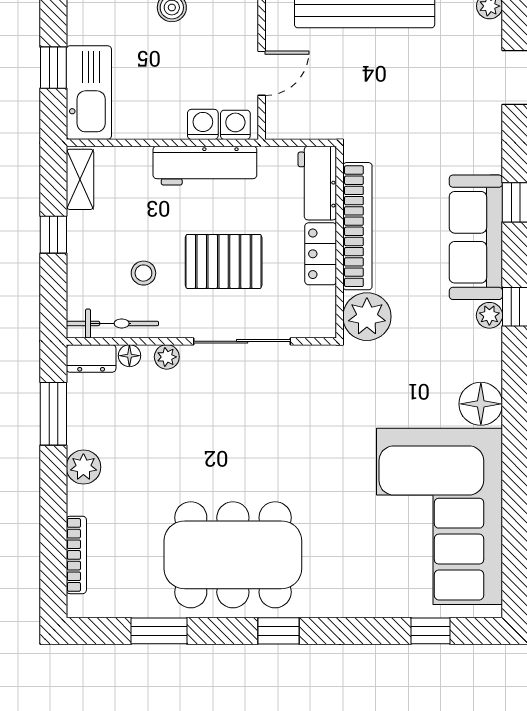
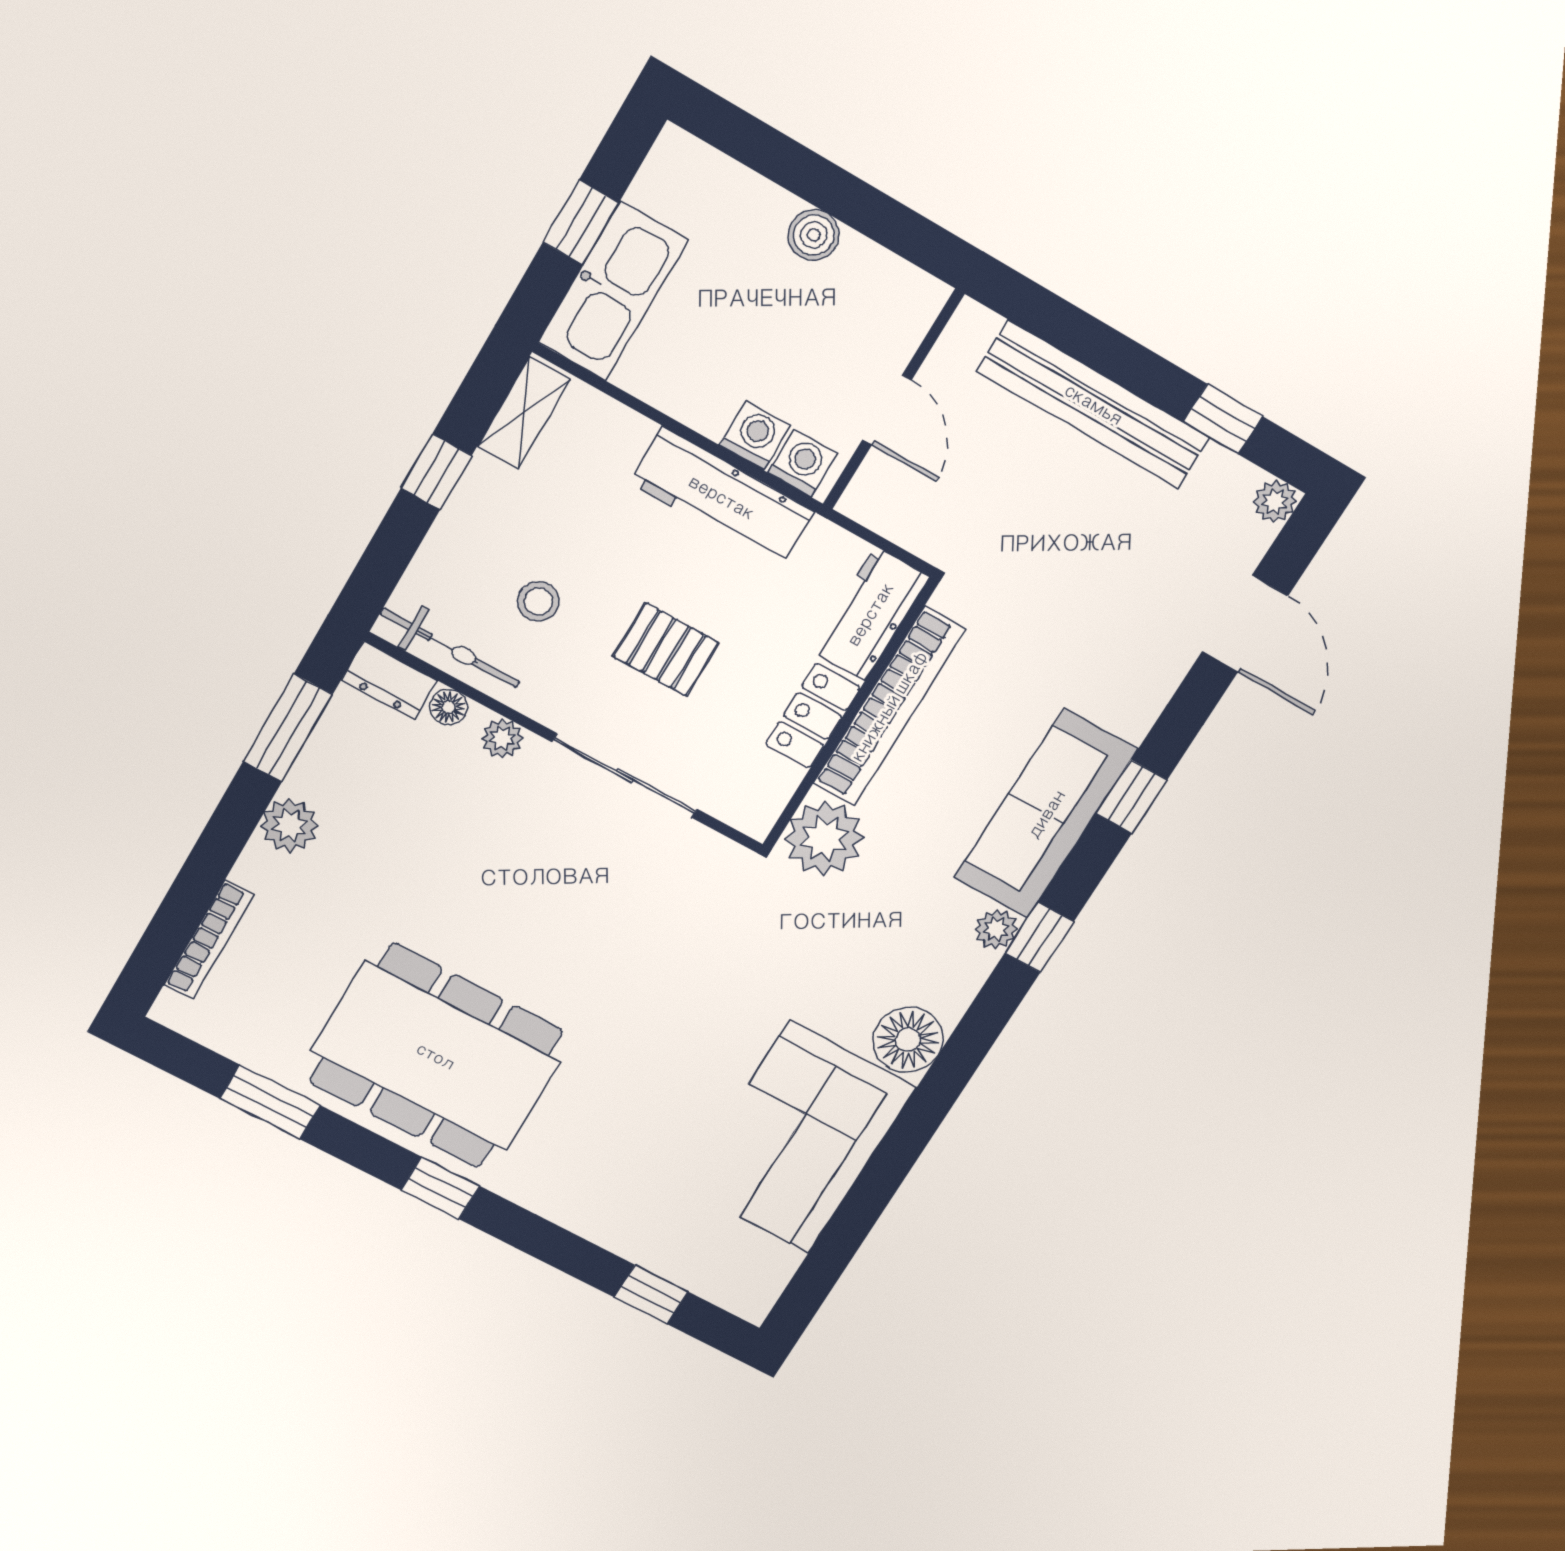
door: (262, 73) -> (887, 410), hinge flipped
pallet: (224, 261) -> (666, 650), width x0.67, depth x0.71
corner sofa: (440, 516) -> (799, 1137), width x0.73, depth x0.74

